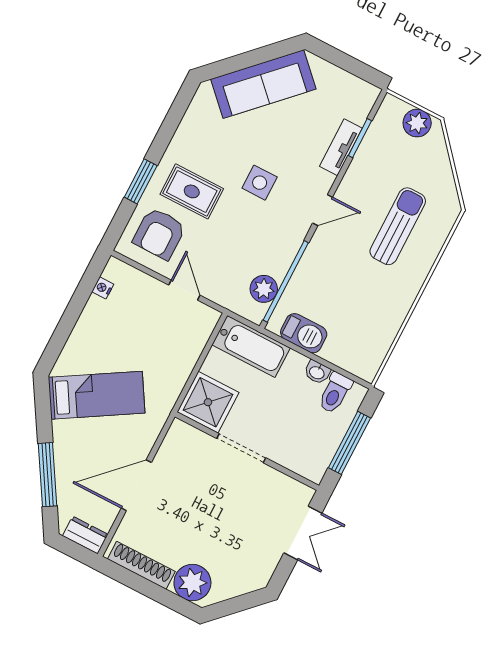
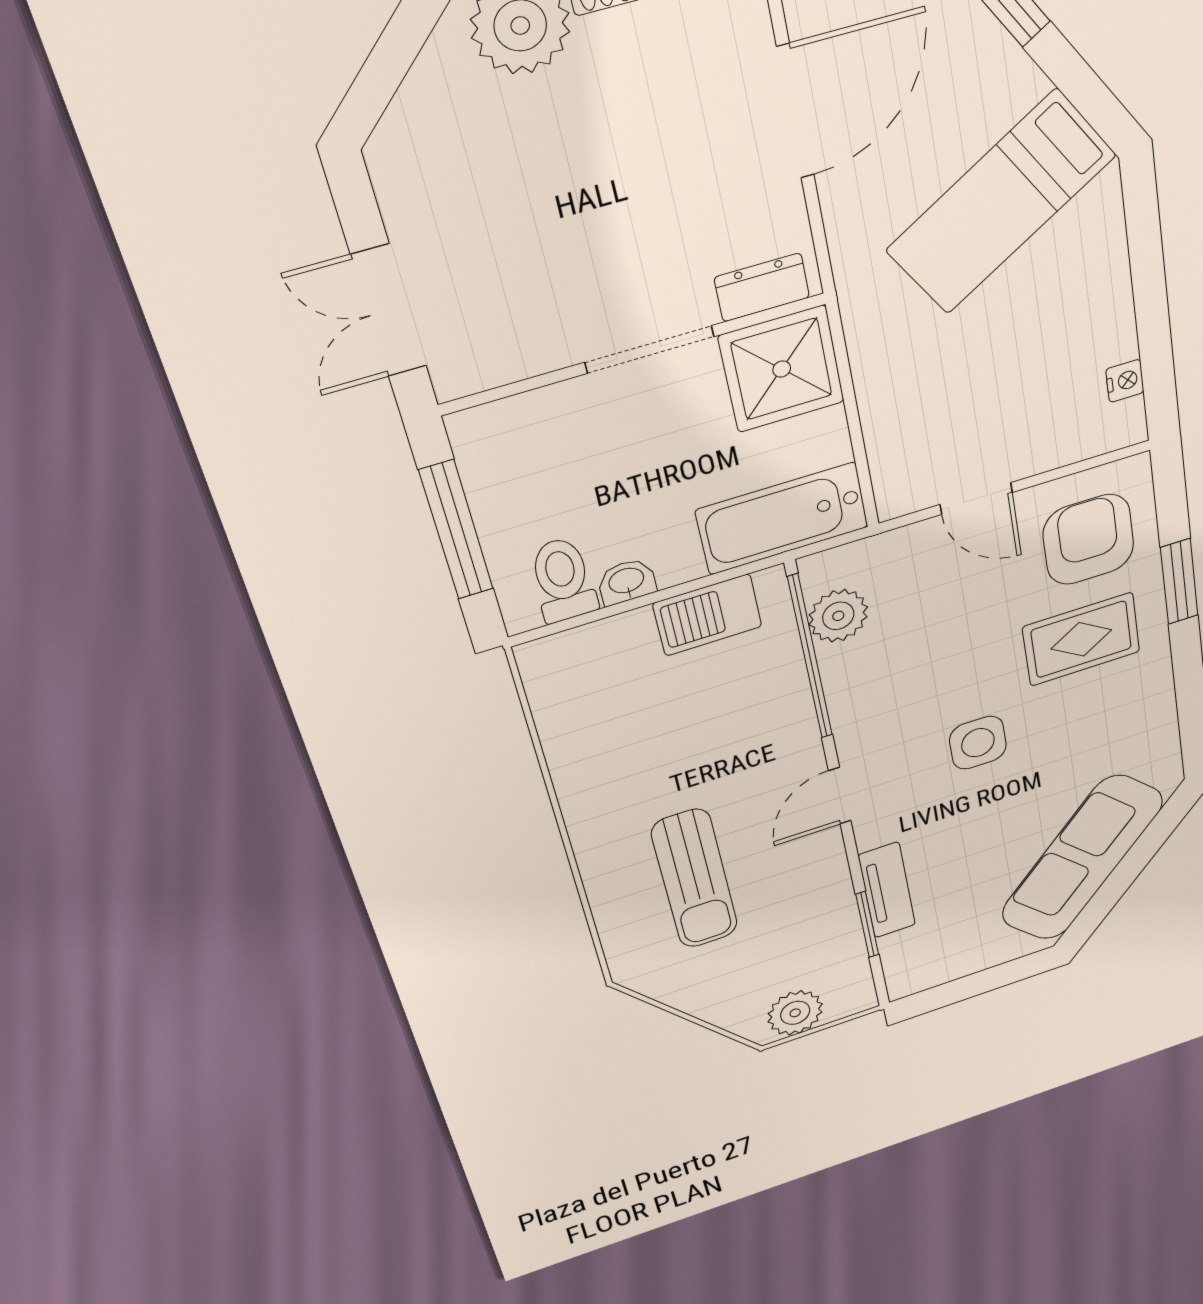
dresser: (191, 437) -> (762, 287), added

